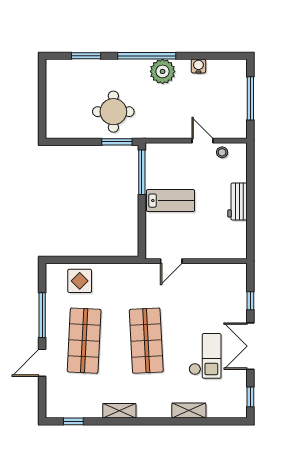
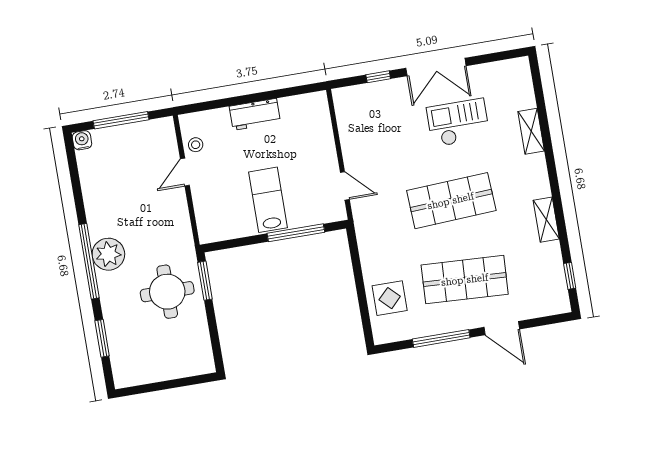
water cooler: (198, 66) -> (82, 140), moved, turned 90
plant: (163, 71) -> (108, 254), moved
window: (142, 172) -> (296, 233), moved
window: (250, 397) -> (500, 56), removed

